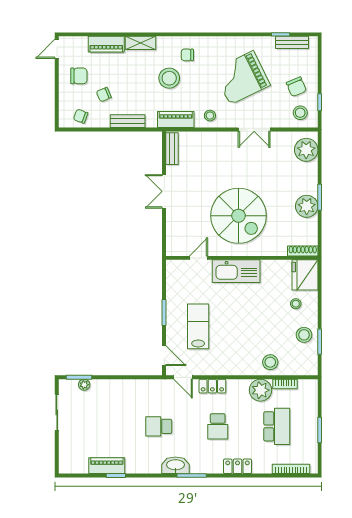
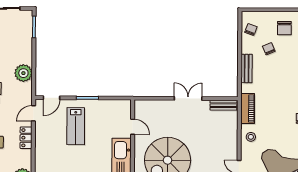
stool: (169, 78) -> (282, 103), removed
lab bench: (198, 326) -> (76, 126), turned 90
plant: (84, 385) -> (23, 73), moved, width x1.88, depth x1.88

